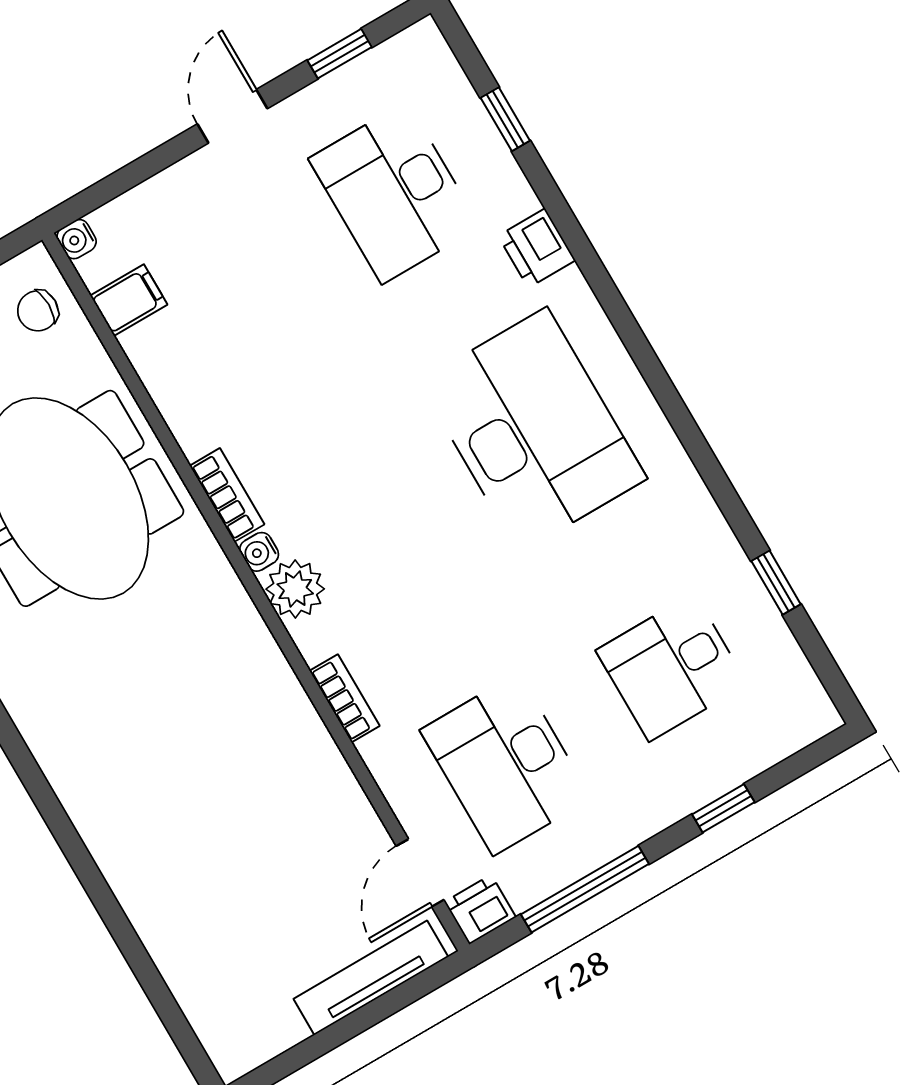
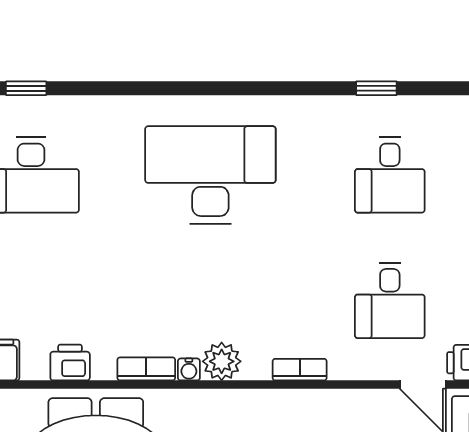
printer: (537, 248) -> (70, 363), moved, turned 180
desk: (506, 764) -> (390, 301), width x0.73

